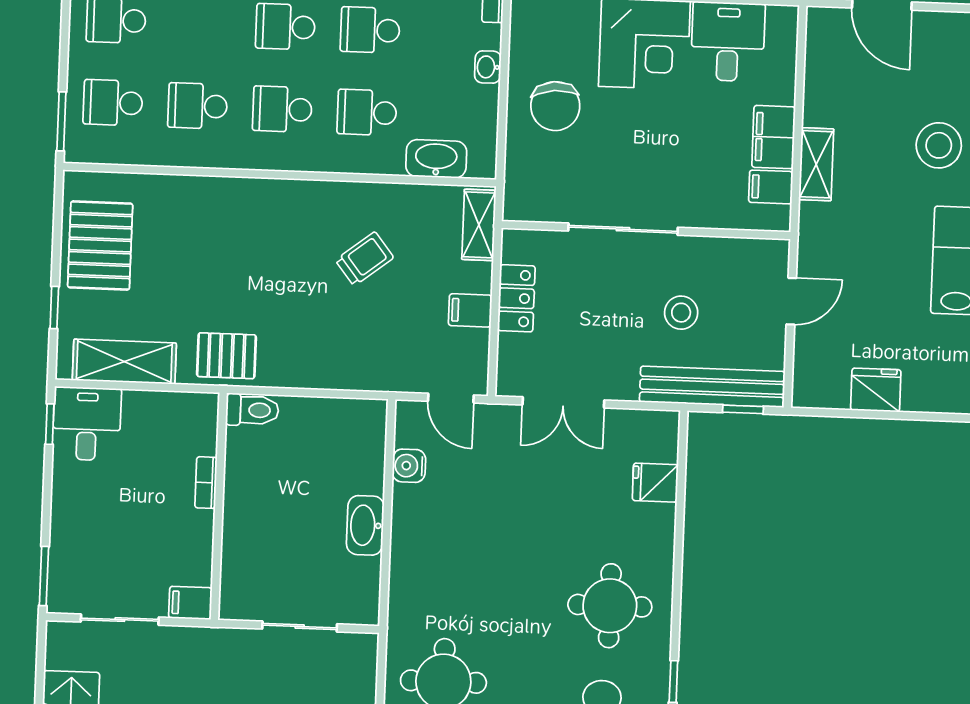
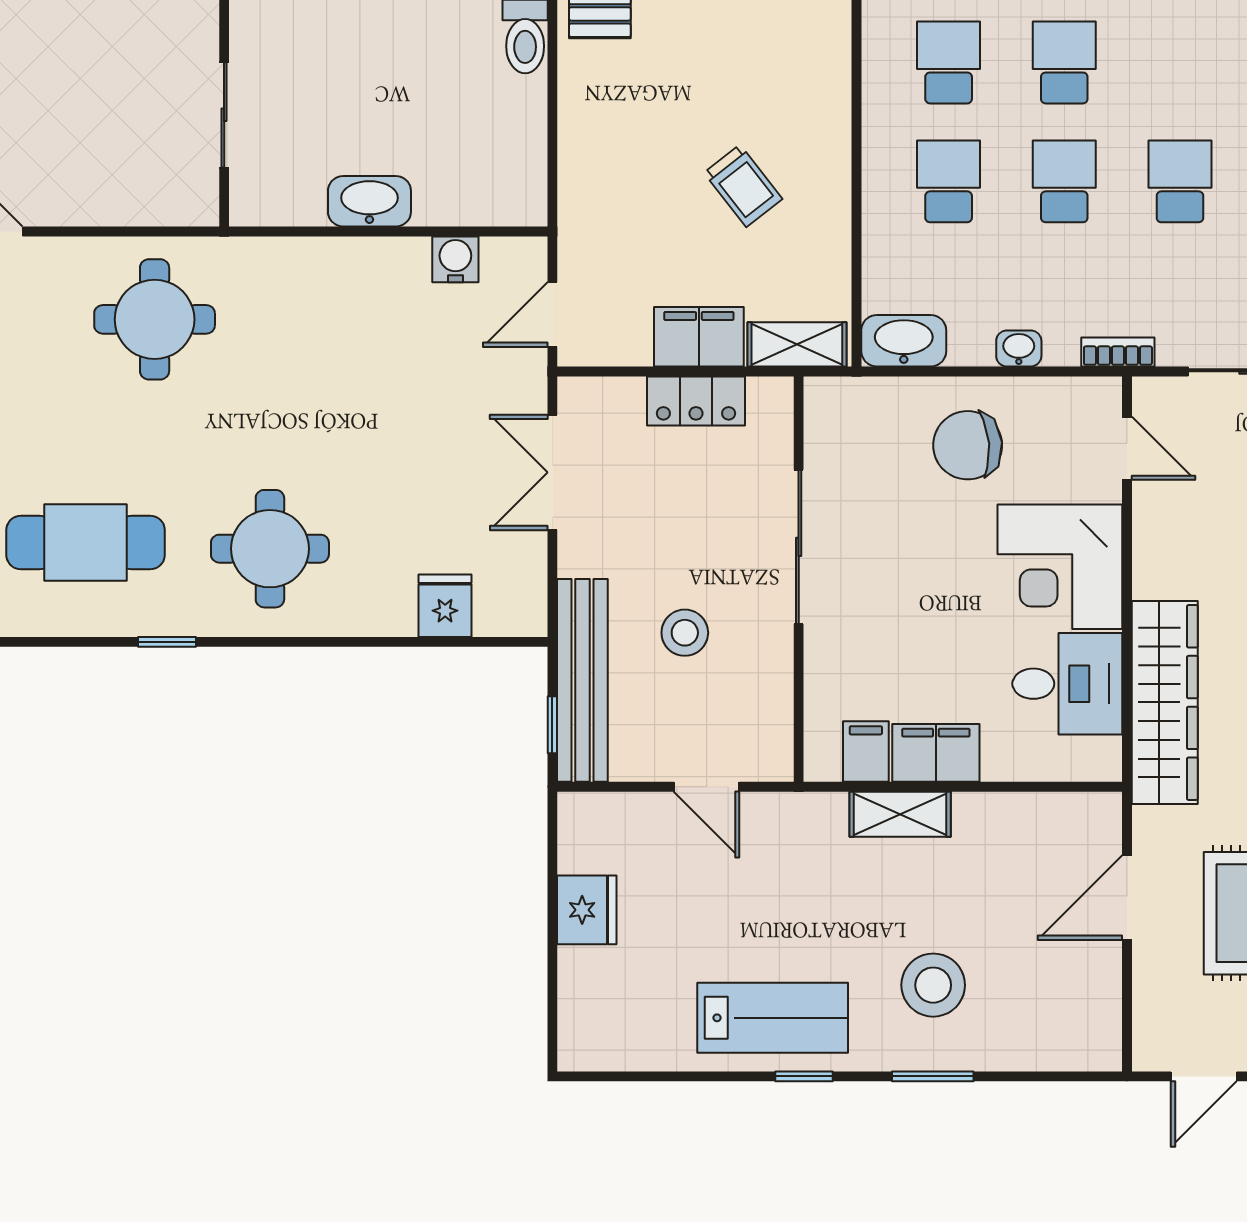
washbasin: (436, 159) -> (904, 341), moved, turned -90
filing cabinet: (470, 310) -> (699, 337), width x2.00

